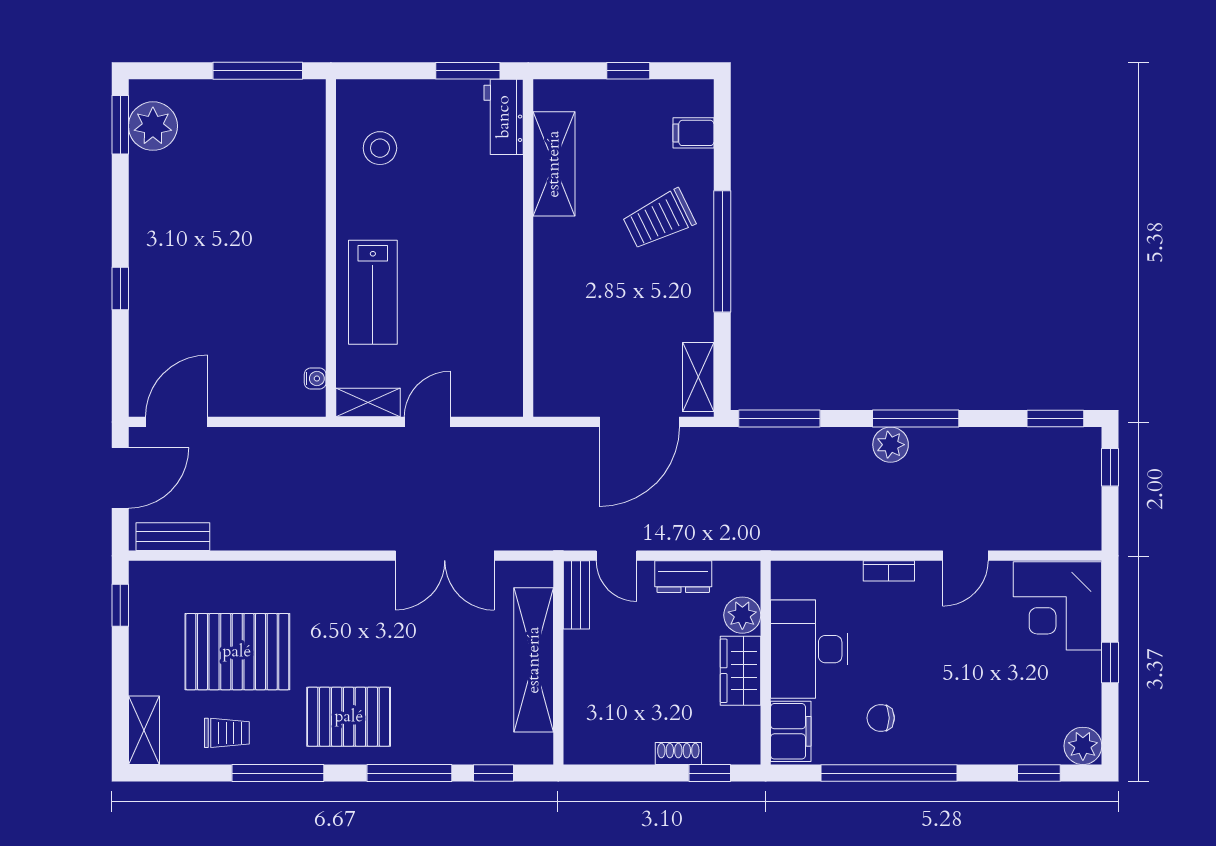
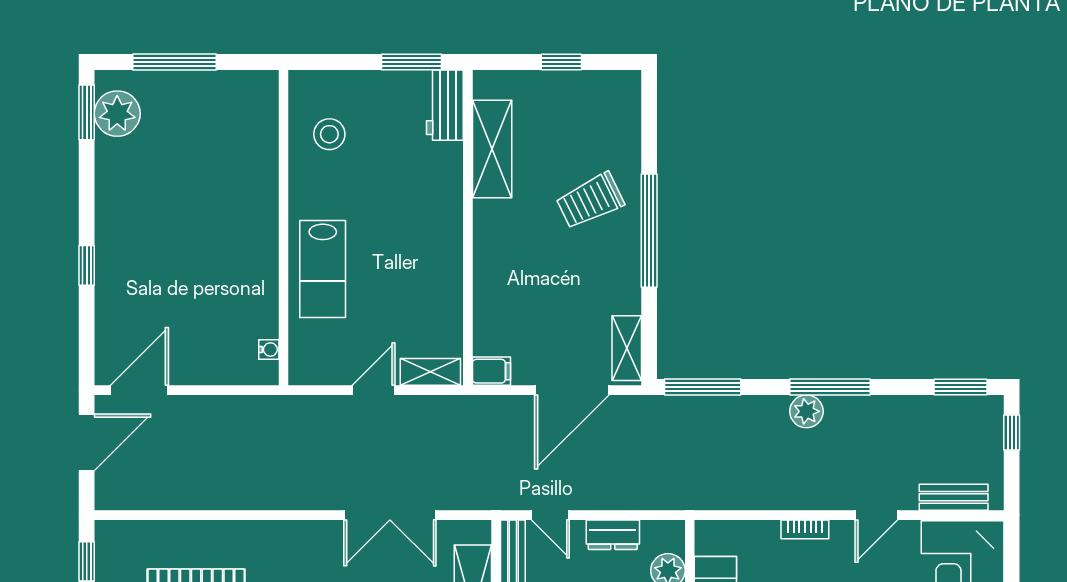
window: (258, 71) -> (174, 62), moved
filing cabinet: (693, 133) -> (492, 371), moved, turned 180
shelving: (368, 402) -> (430, 372), moved
bench: (173, 537) -> (954, 497), moved

